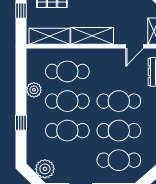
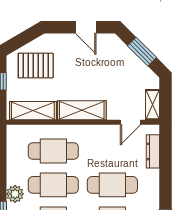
plant: (34, 90) -> (15, 194), moved

